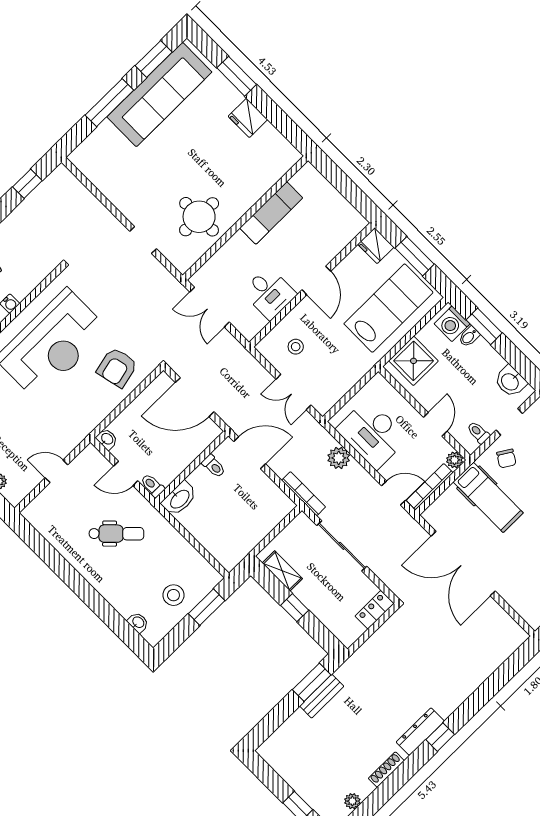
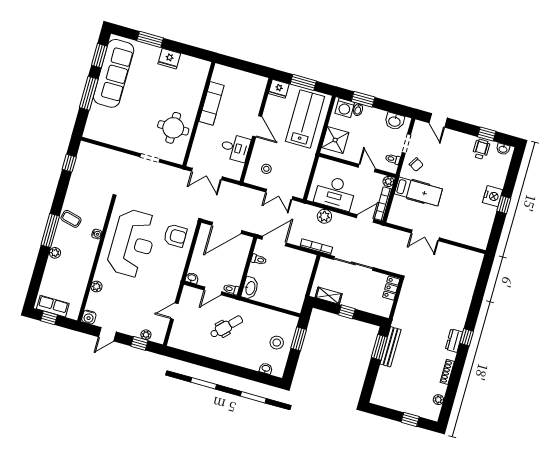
armchair: (117, 367) -> (175, 236), turned -77
double door: (463, 563) -> (425, 235), width x0.54
bench: (322, 696) -> (390, 347), width x1.36
dresser: (420, 732) -> (454, 341), width x0.70

